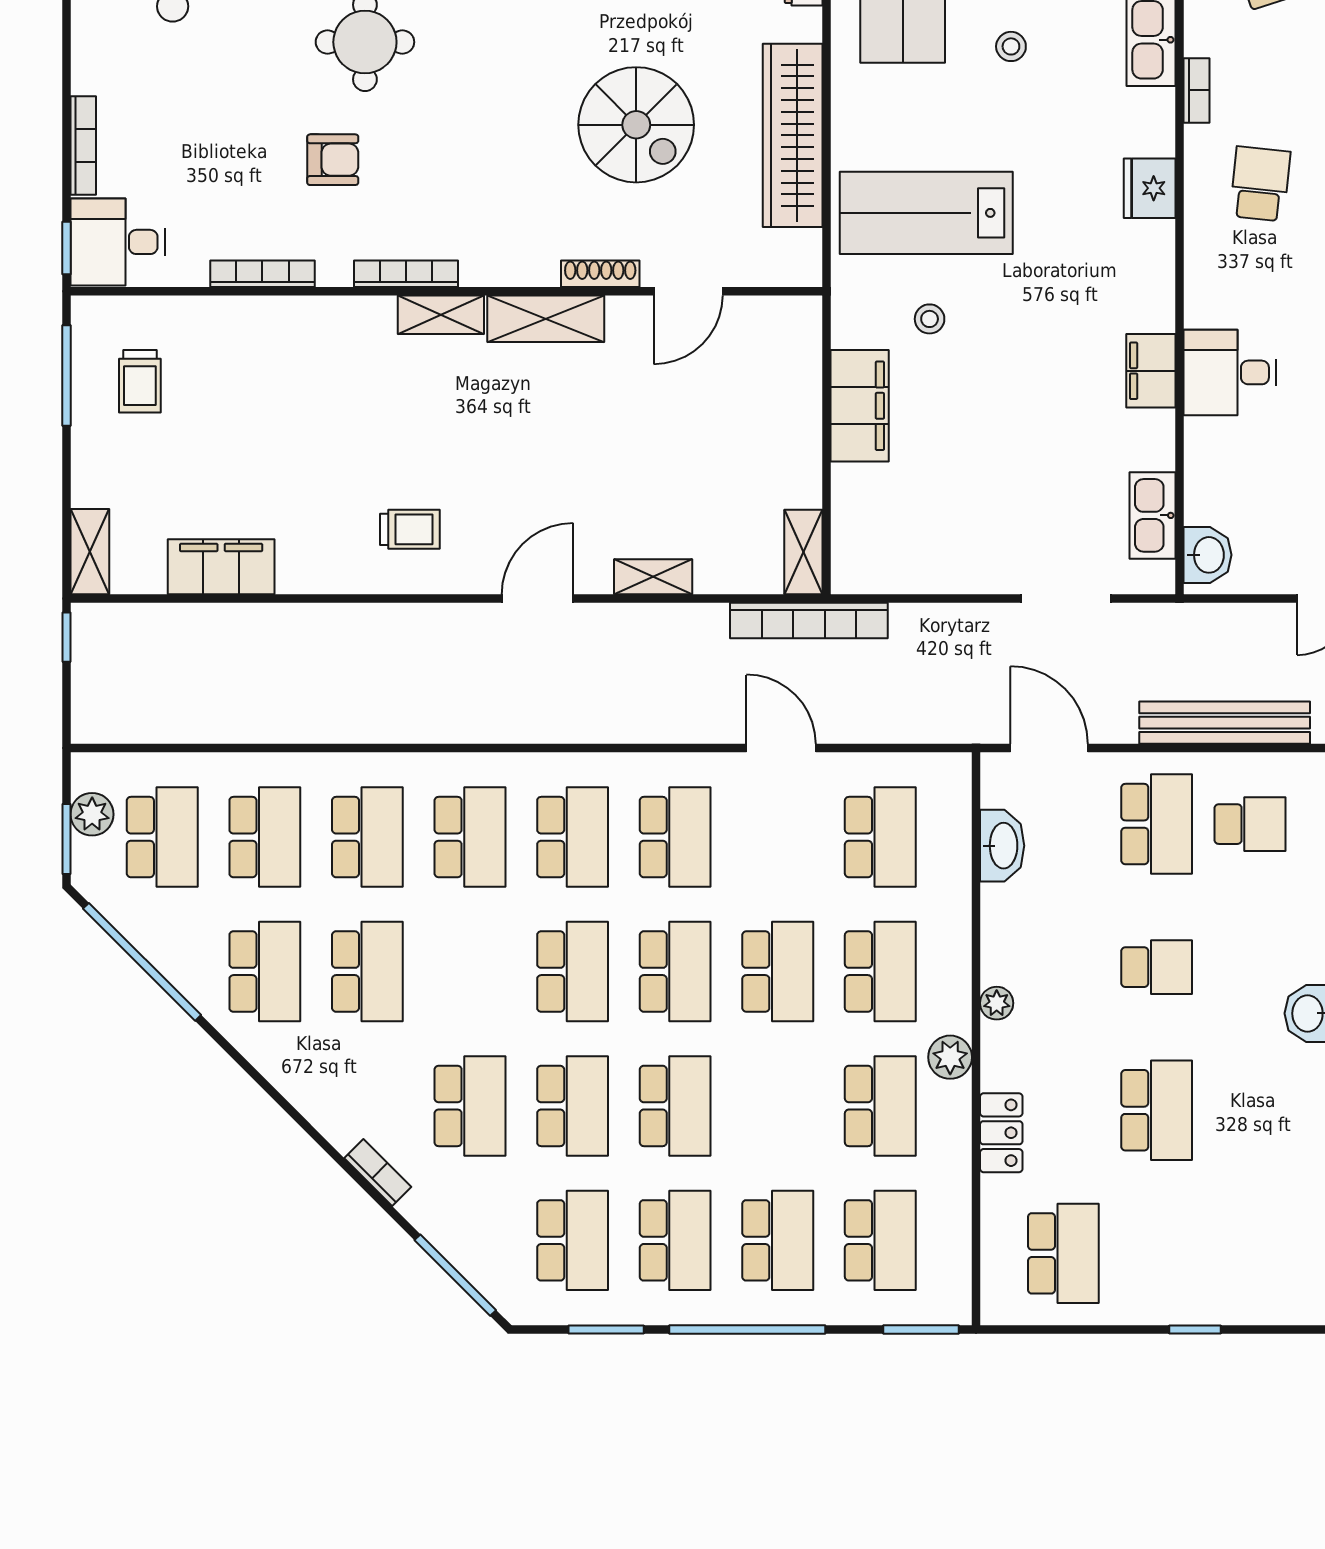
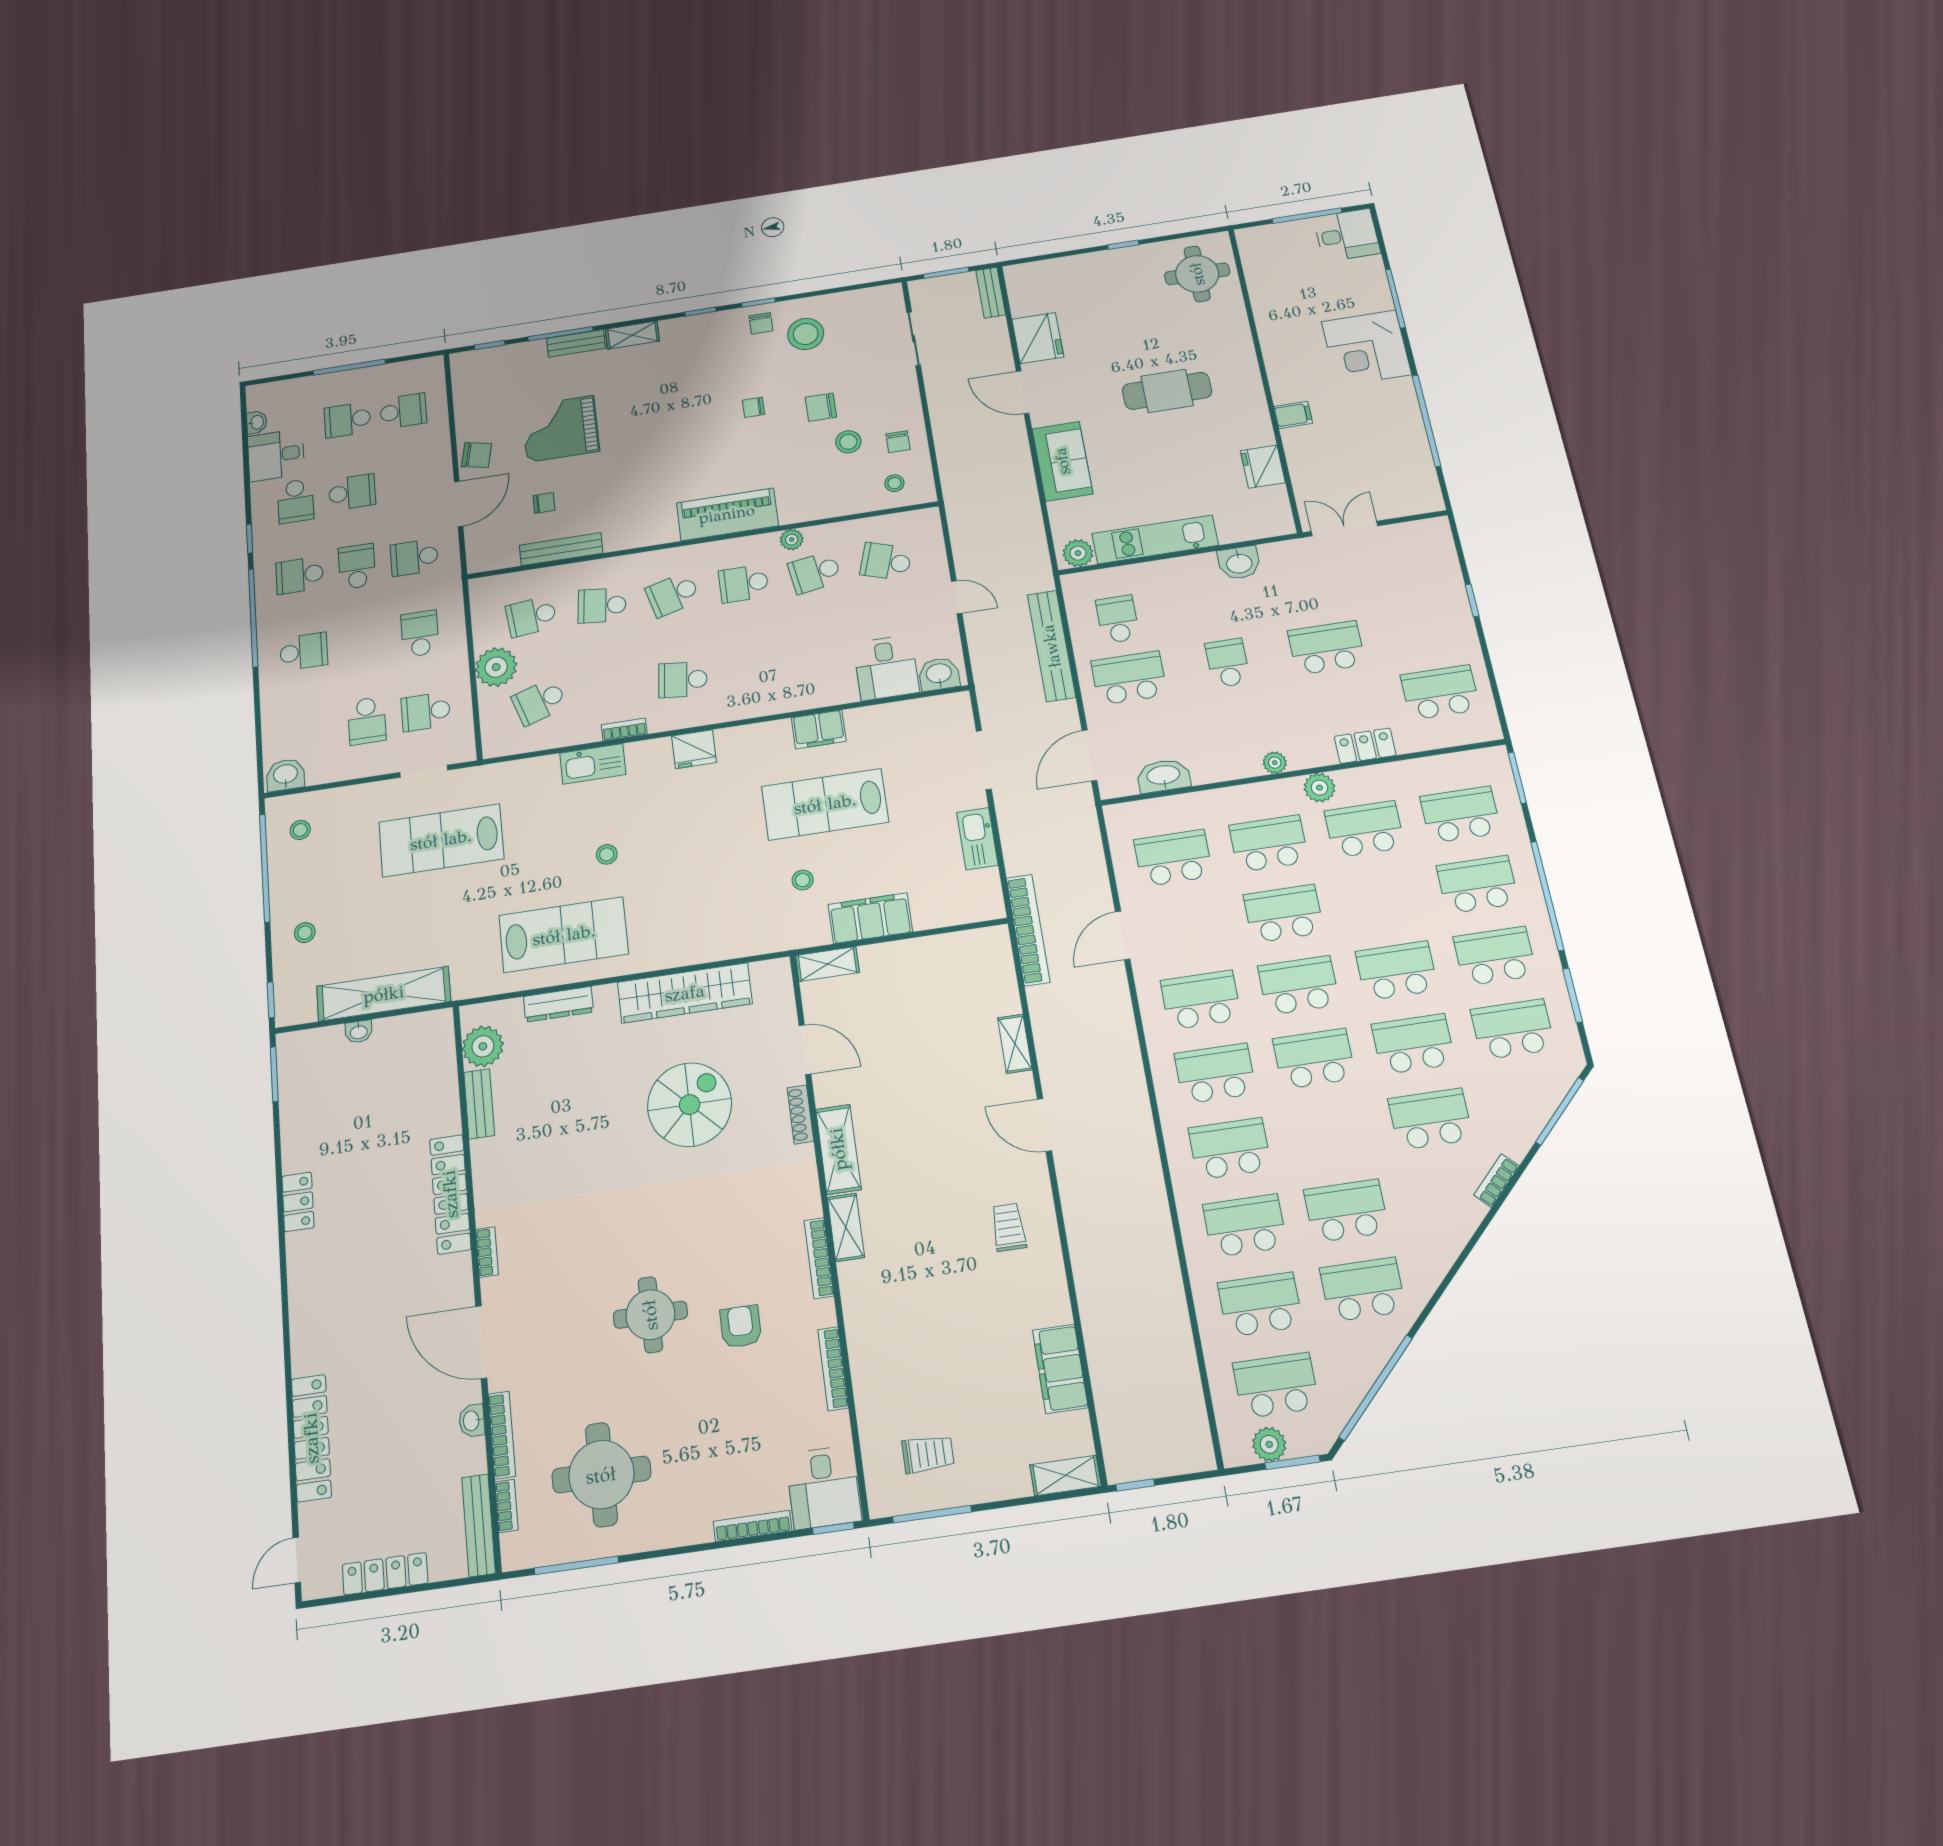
lab bench: (926, 213) -> (825, 804), moved, turned 90
desk: (1230, 372) -> (886, 668), moved
kitchen sink: (1152, 515) -> (977, 839), moved, turned 90
shelving: (803, 552) -> (827, 964), moved

